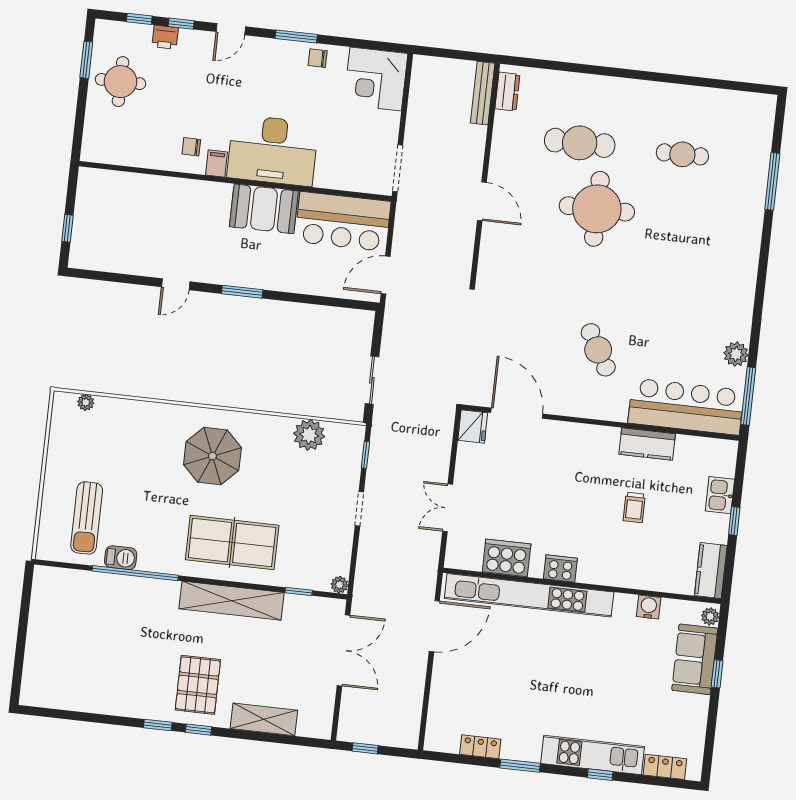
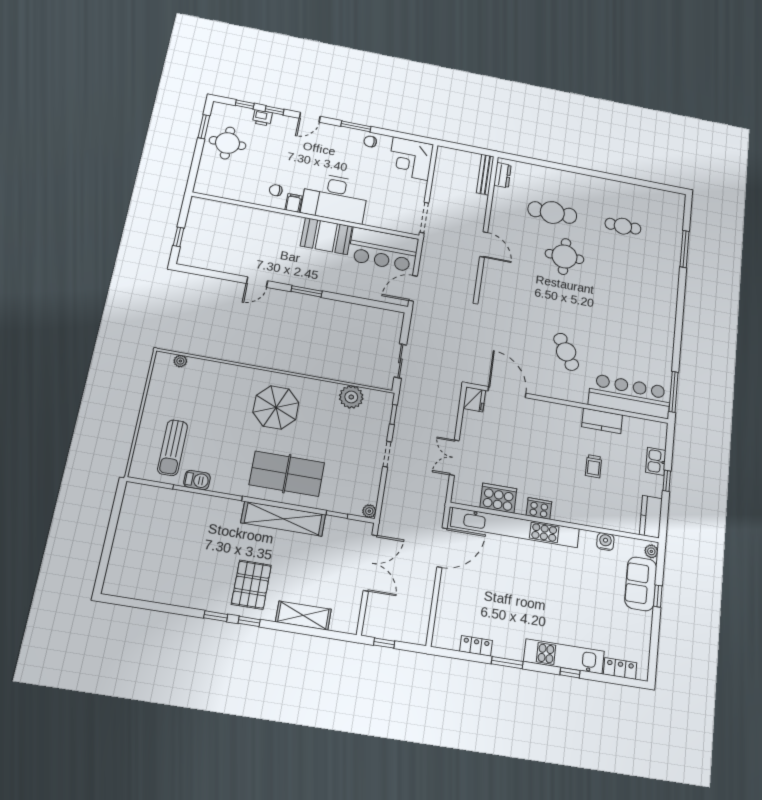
round table: (597, 209) -> (564, 256), width x0.73, depth x0.73
plant: (736, 354) -> (664, 362), removed

